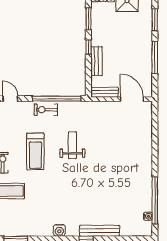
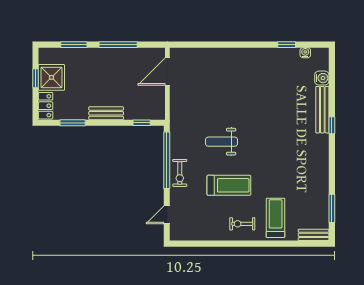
window: (88, 47) -> (142, 123), moved
bench: (97, 61) -> (106, 113), moved
bench: (105, 92) -> (159, 103), removed
window: (155, 200) -> (287, 45), width x0.32
water cooler: (59, 230) -> (322, 78), moved

